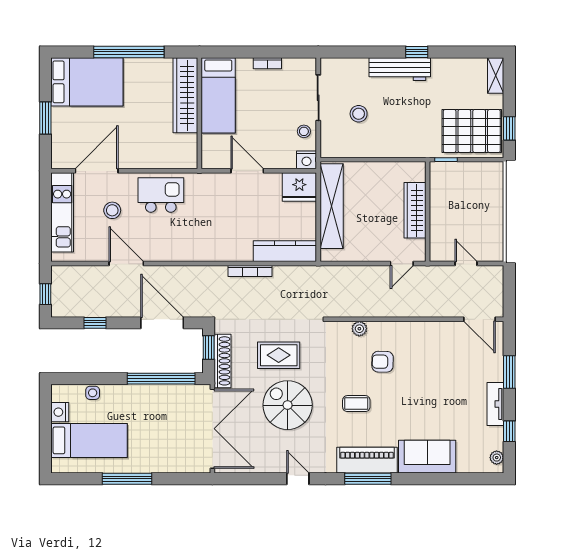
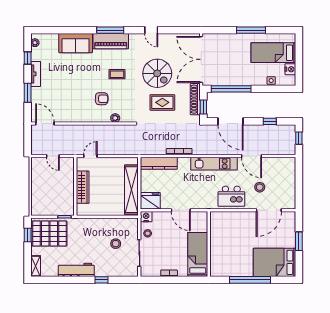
window: (417, 52) -> (102, 280), moved
workbench: (400, 69) -> (76, 270), moved
wardrobe: (185, 95) -> (217, 254), removed
kitchen unit: (62, 212) -> (214, 164), moved, turned -90

